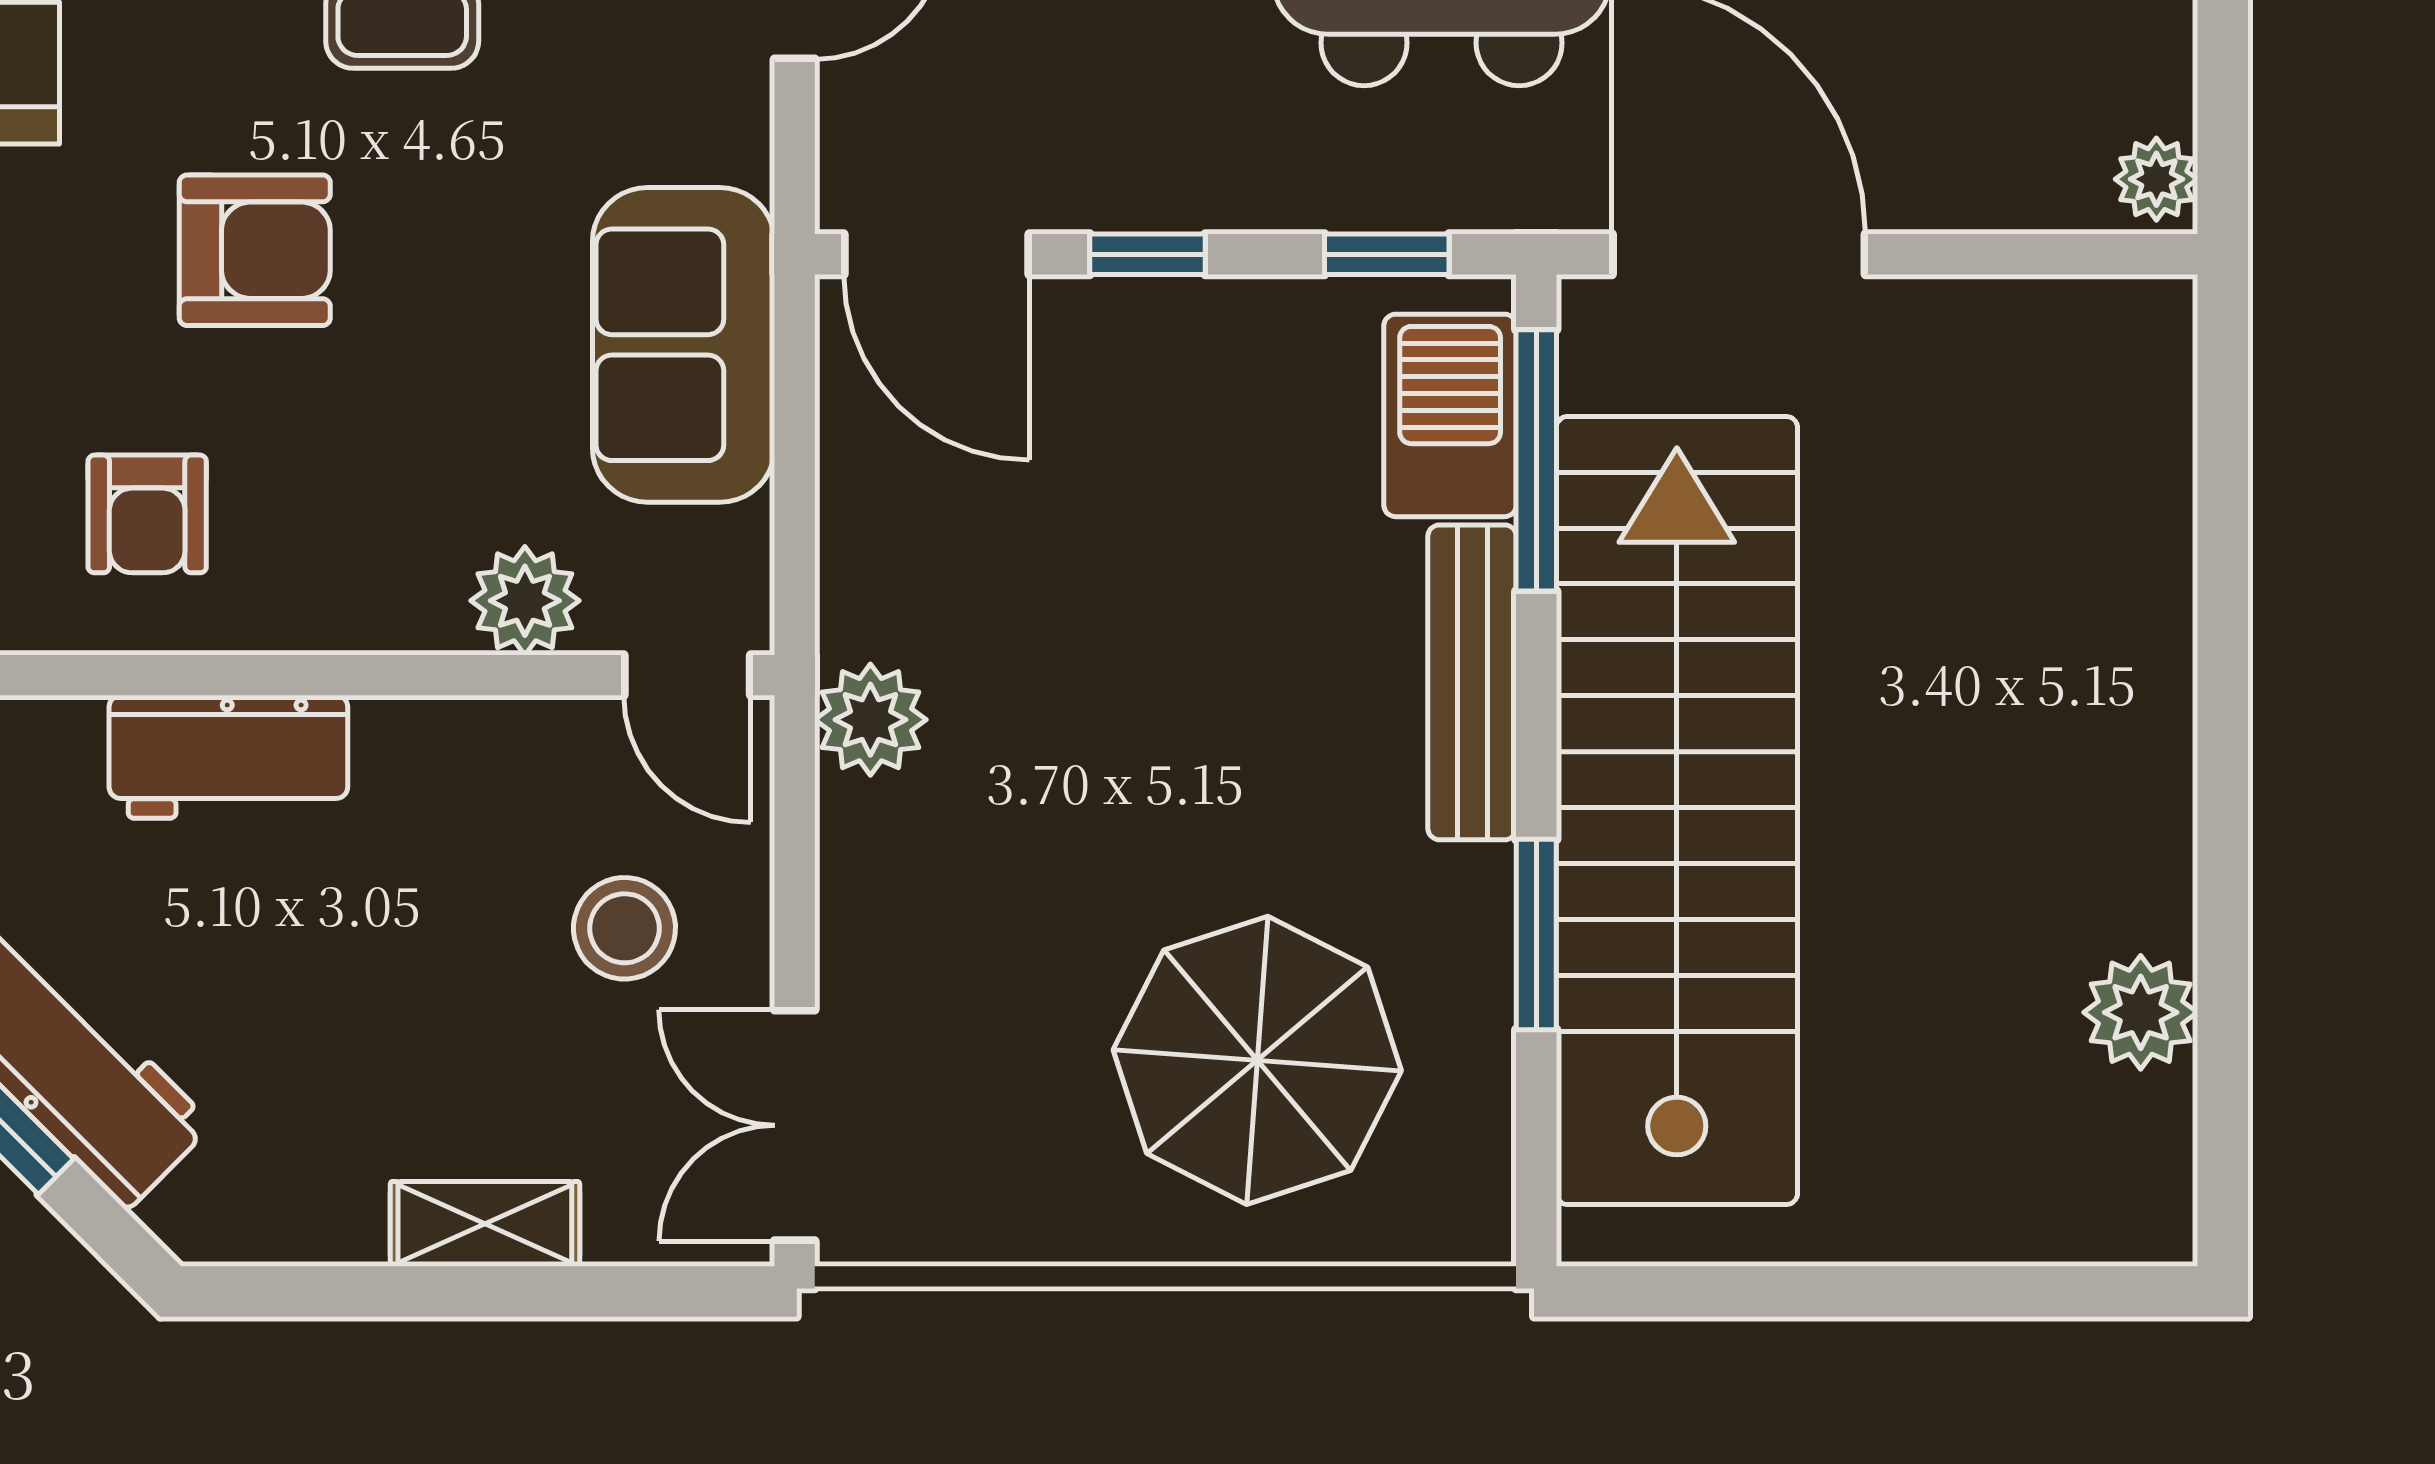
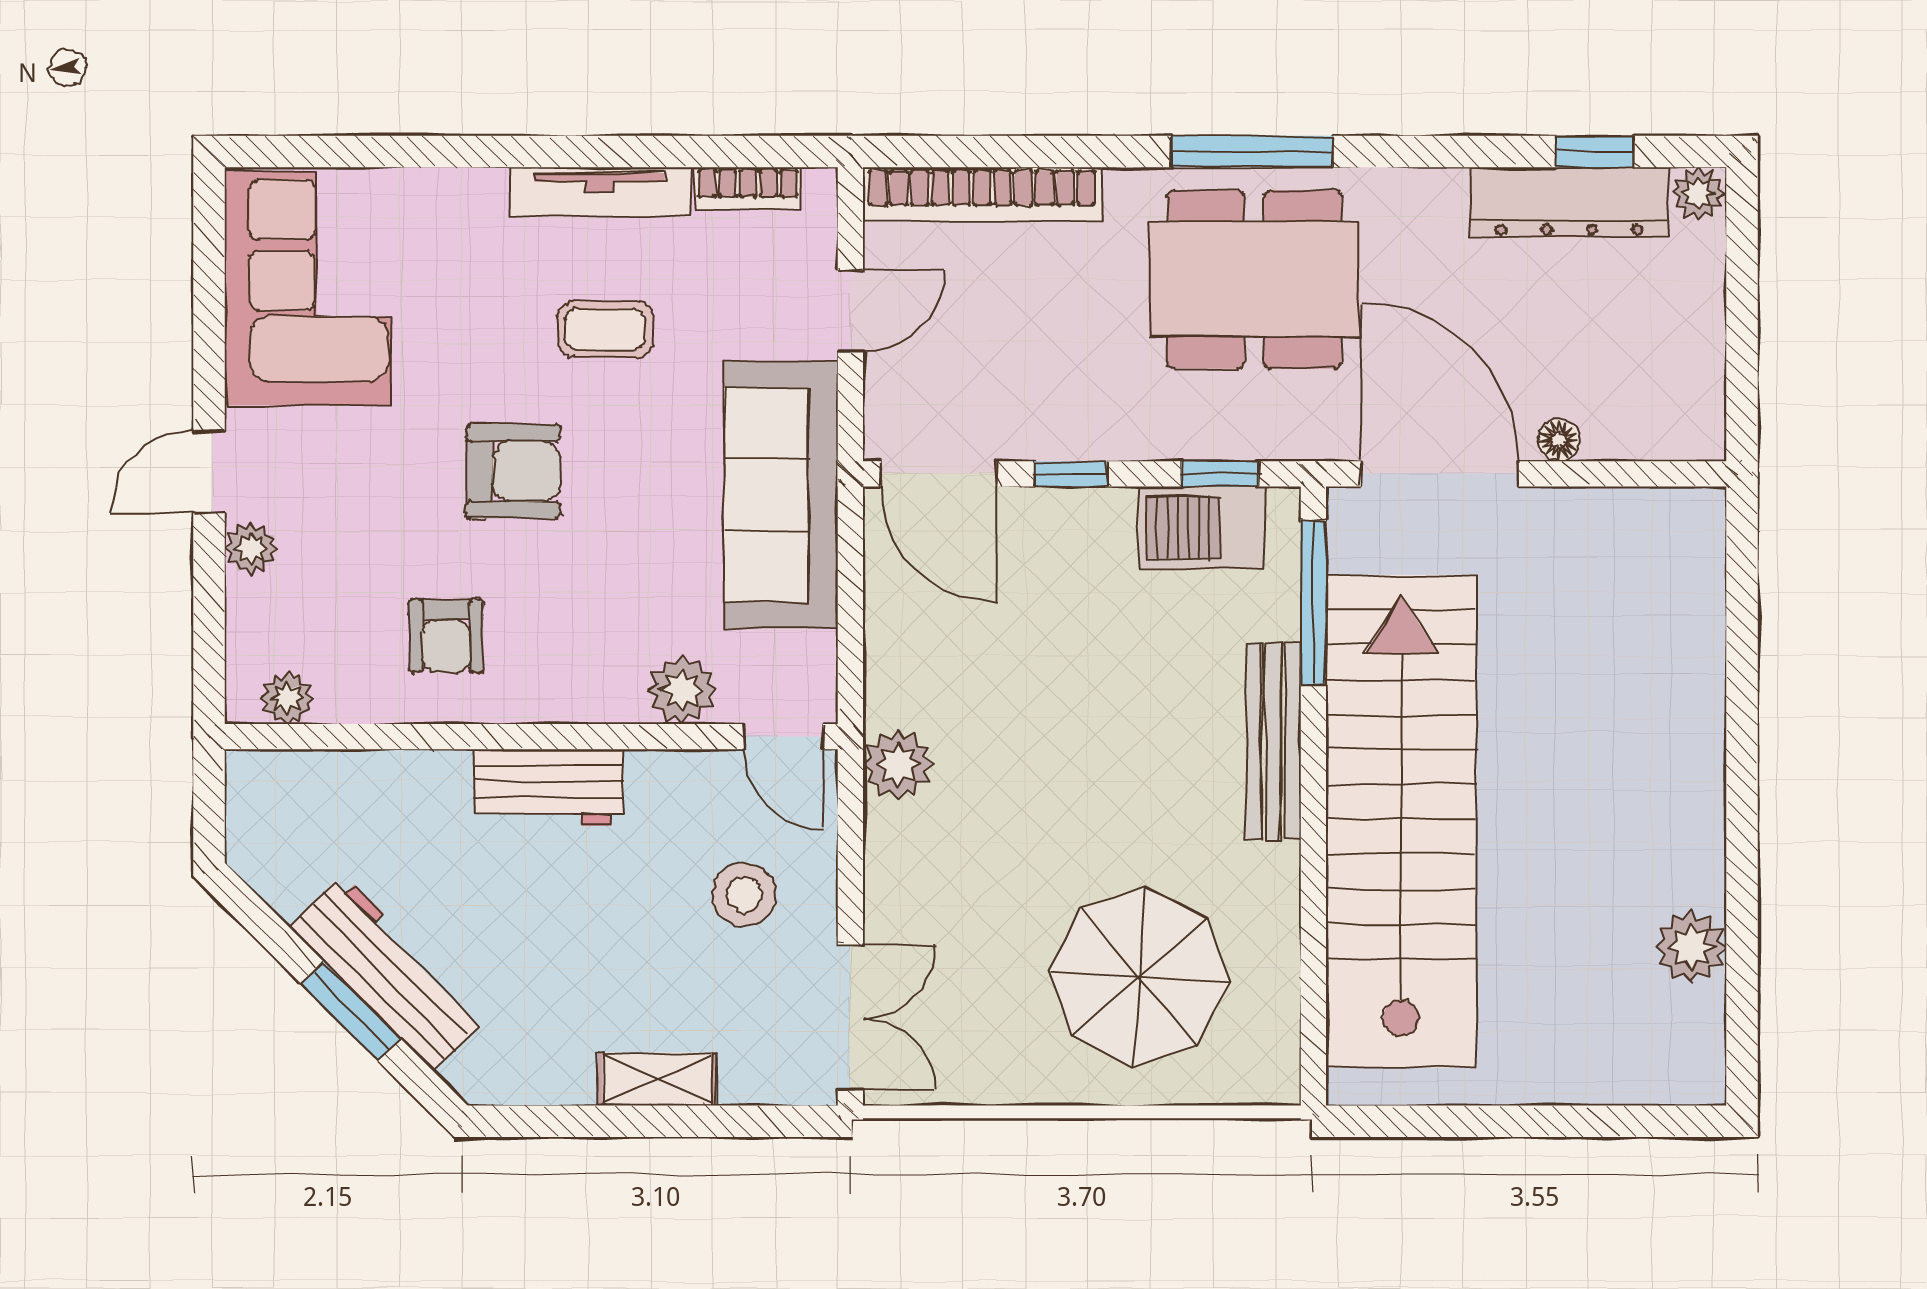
plant: (2156, 179) -> (1701, 427), removed
floor lamp: (1930, 200) -> (1559, 440), added
sofa: (684, 345) -> (781, 495), width x1.36
barbecue: (1450, 415) -> (1202, 528), moved, turned -90
workbench: (228, 757) -> (549, 788), moved
window: (1536, 934) -> (1313, 898), removed
double door: (795, 1125) -> (850, 1018), swing flipped

